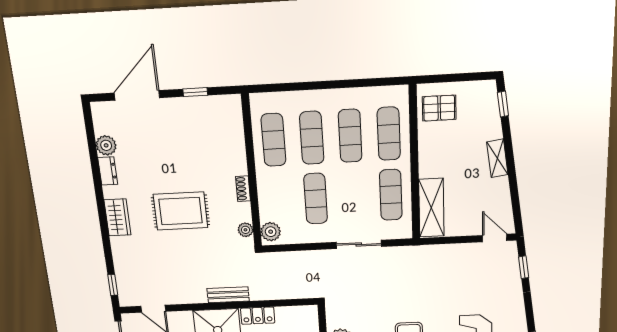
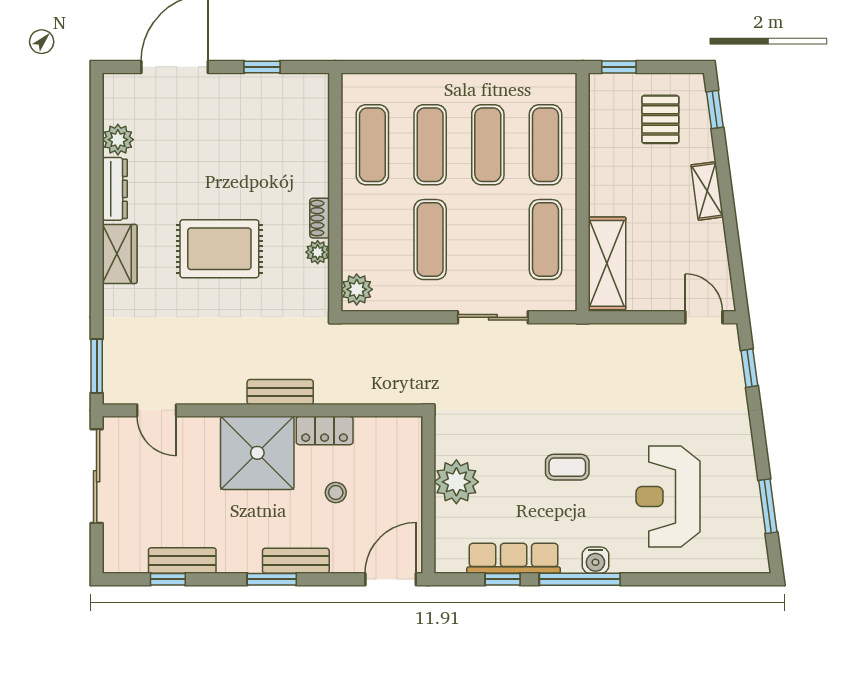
window: (437, 79) -> (619, 67), added
pallet: (439, 108) -> (660, 119), moved, turned 90
dresser: (108, 171) -> (115, 189), width x1.44
plant: (245, 230) -> (318, 252), moved
window: (113, 285) -> (97, 366), width x1.50

